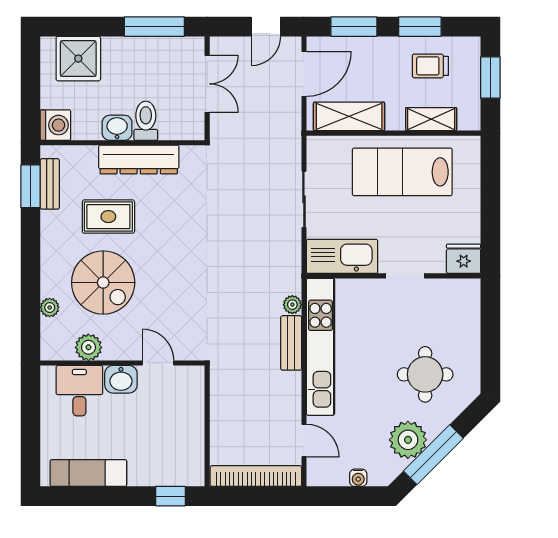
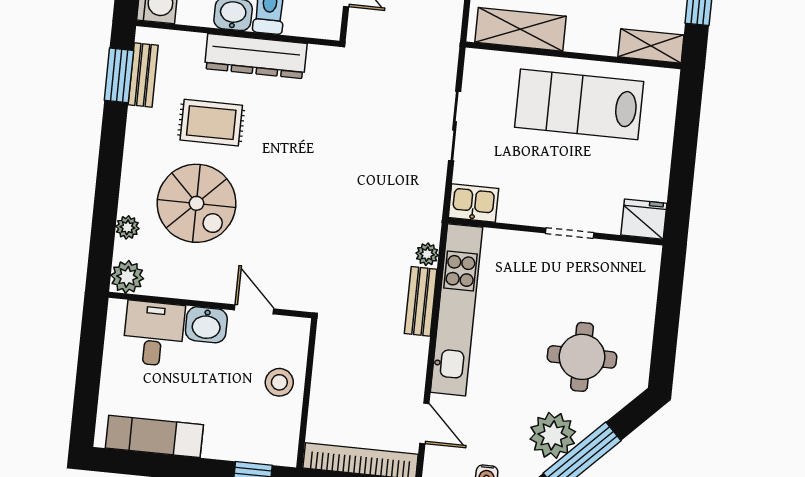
shelving: (431, 119) -> (651, 46), moved
kitchen sink: (342, 256) -> (473, 203), width x0.53, depth x0.81
plant: (88, 347) -> (127, 277), moved
stool: (184, 419) -> (279, 382), added

